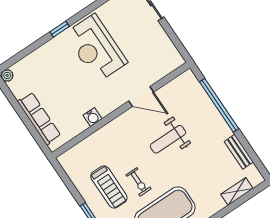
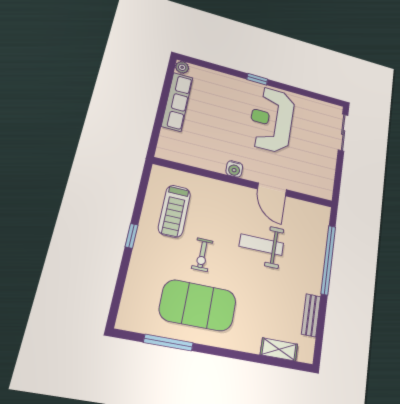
water cooler: (92, 117) -> (234, 169), moved
row of seats: (39, 119) -> (177, 102), moved
treadmill: (109, 187) -> (174, 211), moved

